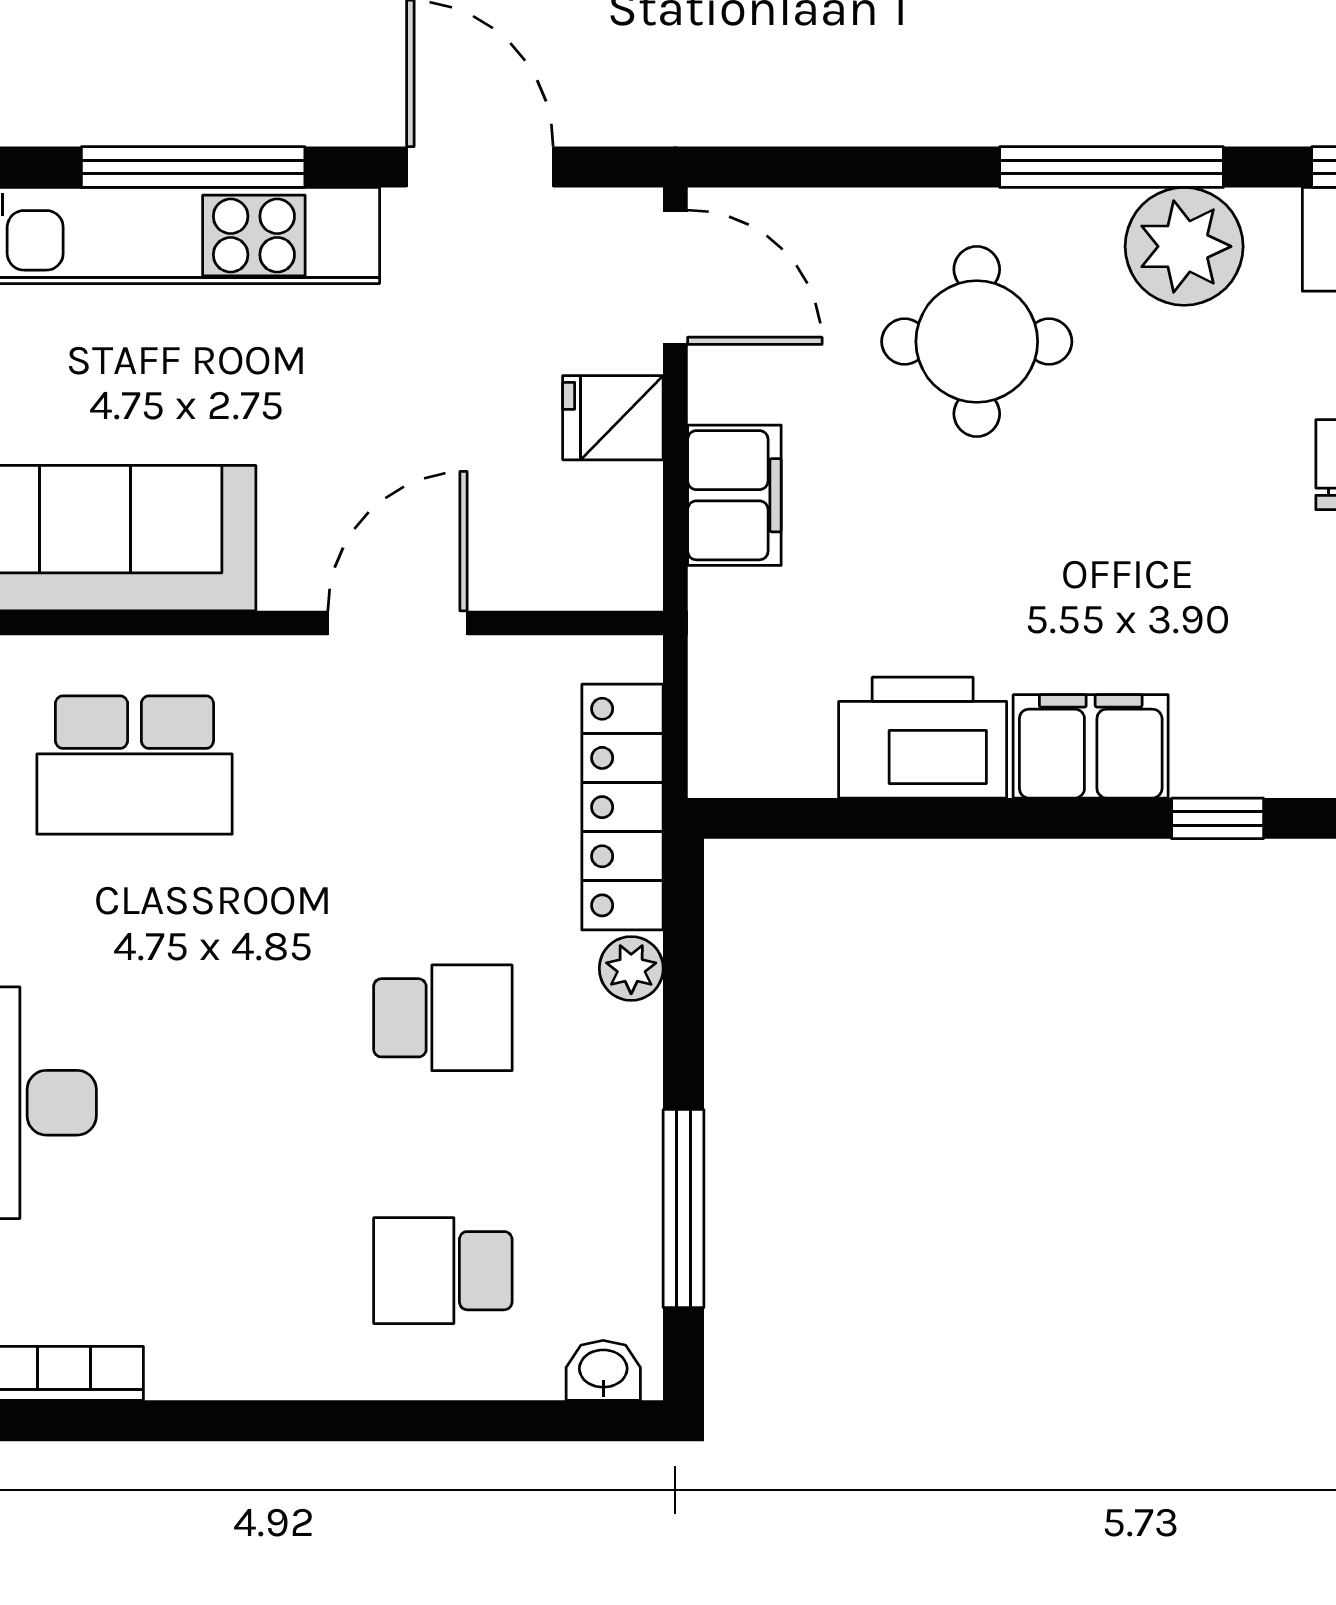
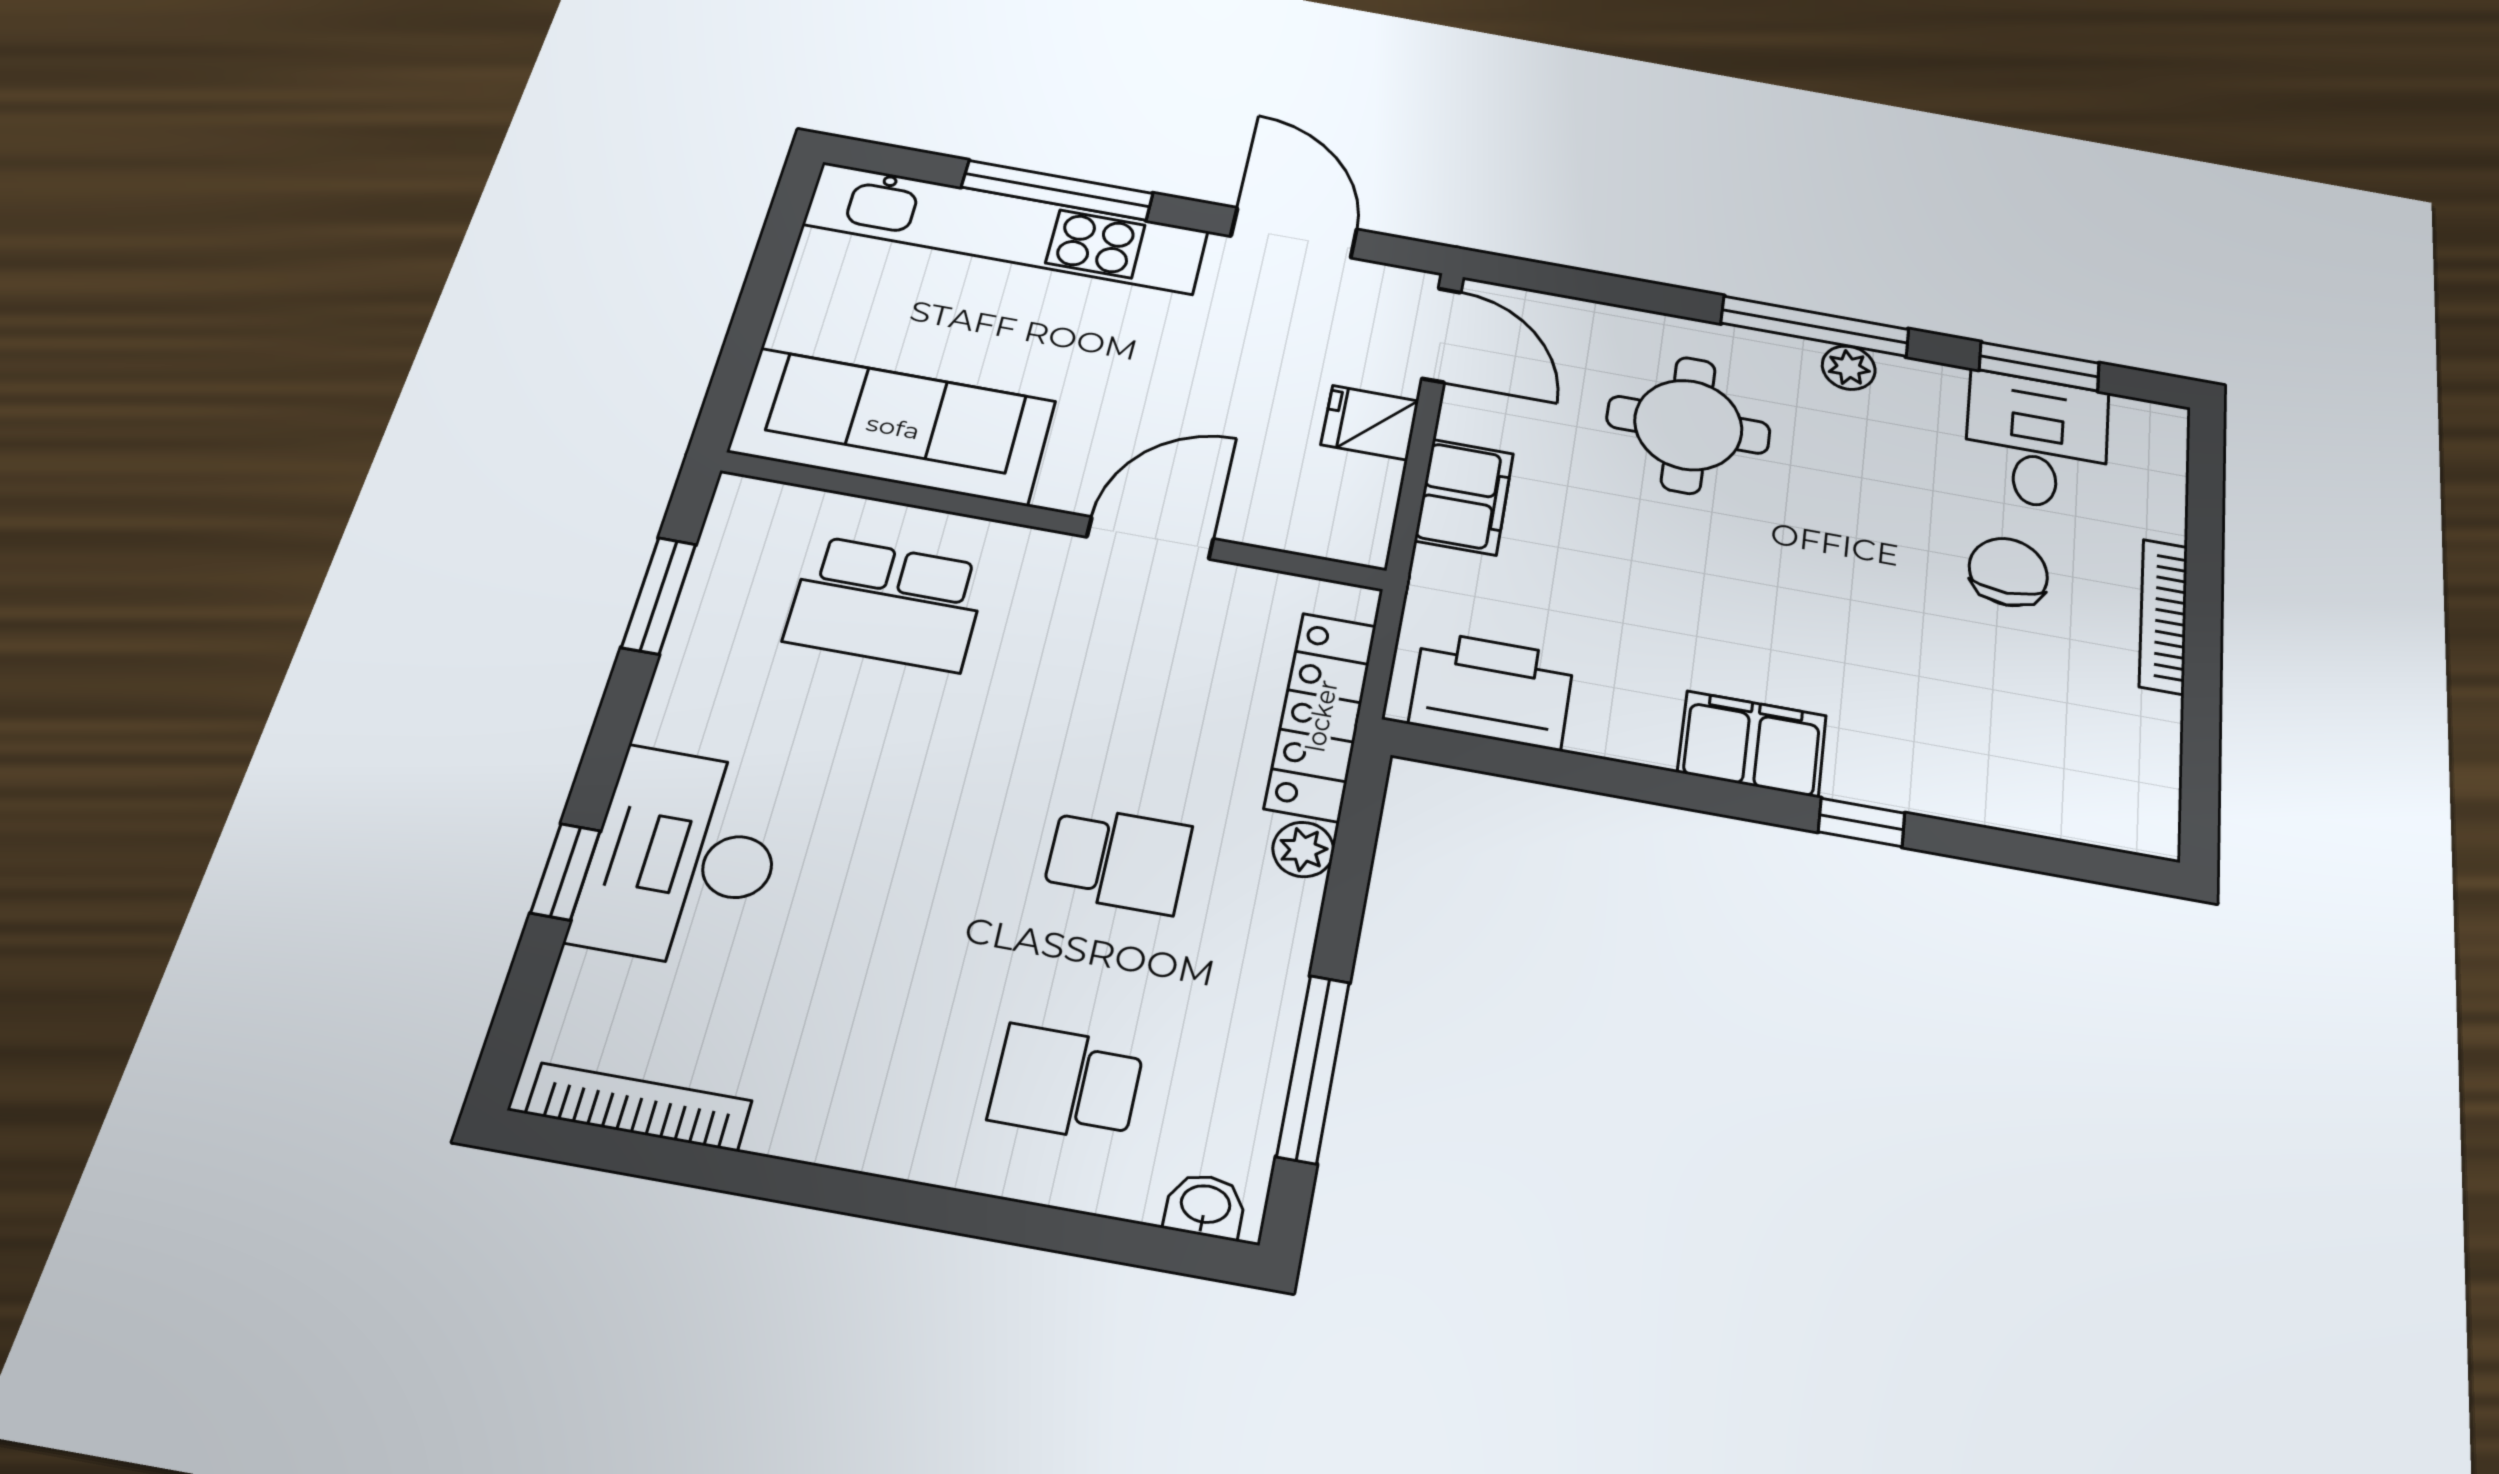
plant: (1184, 246) -> (1849, 368), width x0.53, depth x0.53
printer: (923, 738) -> (1492, 690), moved

